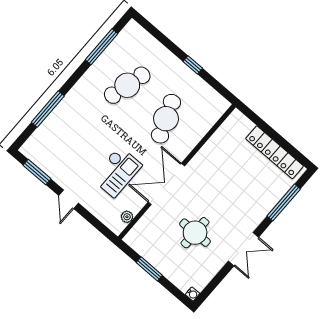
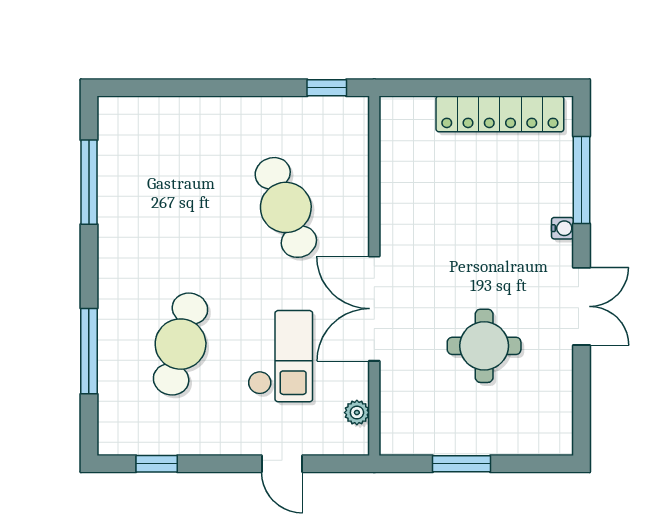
window: (193, 65) -> (327, 88), moved
cafe table: (127, 85) -> (181, 344), moved
window: (37, 172) -> (157, 464), width x0.67
door: (69, 199) -> (282, 464), moved
water cooler: (192, 294) -> (563, 228), moved

